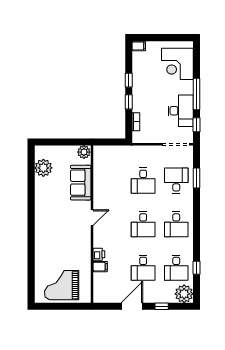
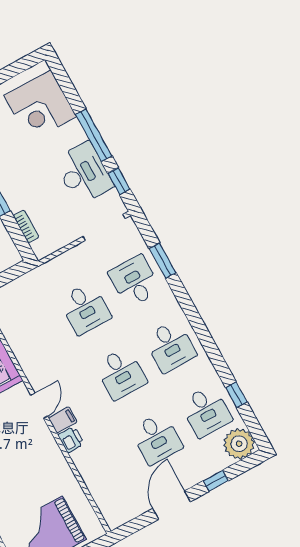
printer: (99, 254) -> (71, 439), moved
filing cabinet: (100, 267) -> (63, 420), moved

